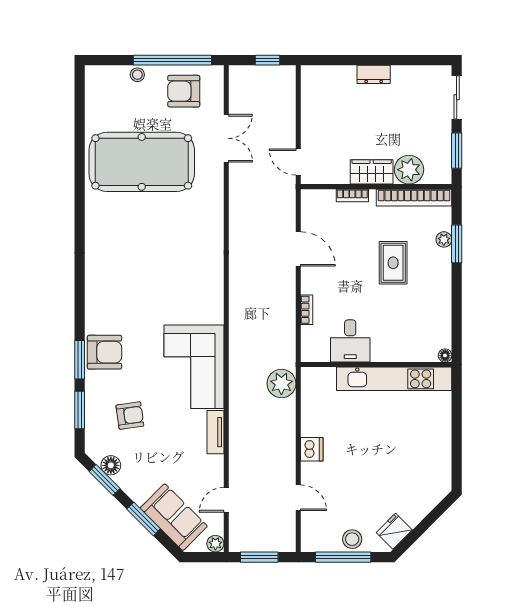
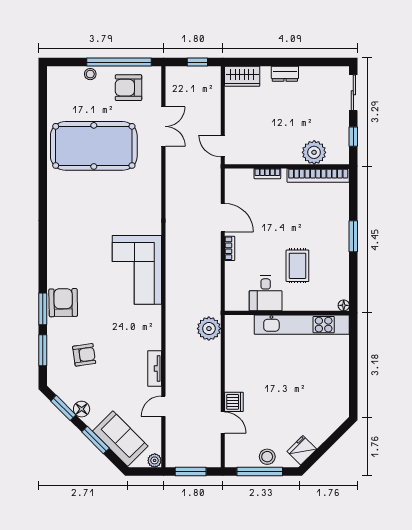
window: (457, 151) -> (353, 137), width x0.67
wardrobe: (372, 172) -> (242, 76), moved, turned 180
plant: (444, 239) -> (343, 210), removed
window: (457, 244) -> (353, 236), moved
rug: (393, 263) -> (297, 266), moved
bookcase: (307, 310) -> (230, 248), moved
armchair: (105, 352) -> (63, 303), turned -91
corner sofa: (194, 367) -> (137, 270), moved
dishwasher: (312, 449) -> (234, 402), moved
floor lamp: (111, 465) -> (82, 409), moved
door: (226, 500) -> (163, 406), moved

